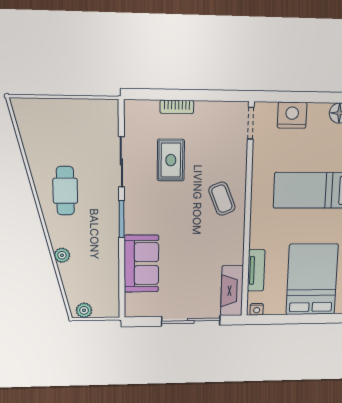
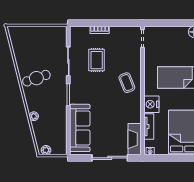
nightstand: (292, 115) -> (151, 104), moved, turned -90
cafe table: (65, 191) -> (36, 78), turned 71
sofa: (141, 264) -> (80, 128), width x1.36

